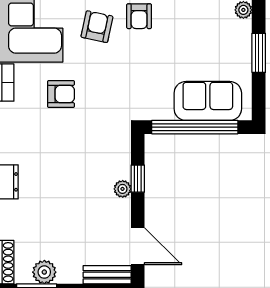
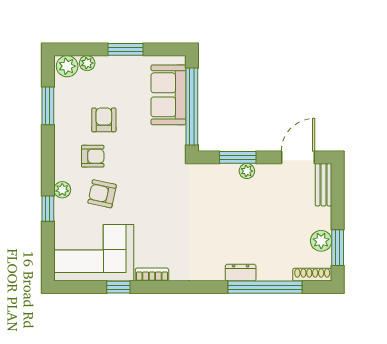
armchair: (61, 94) -> (104, 120), moved
window: (138, 179) -> (238, 157), width x1.50

